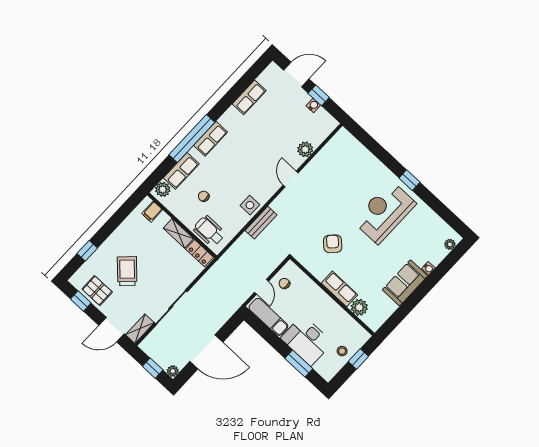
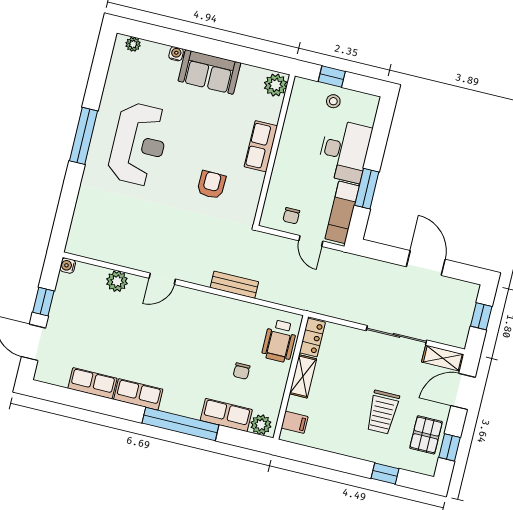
water cooler: (313, 105) -> (68, 266), moved
row of seats: (211, 139) -> (138, 394), moved
window: (409, 180) -> (83, 136), width x2.17
side table: (250, 205) -> (221, 310), removed
reception desk: (384, 212) -> (139, 144), turned -90
armchair: (333, 244) -> (211, 185), turned 137
trolley: (127, 271) -> (383, 412), turned -46
door: (261, 287) -> (311, 241), swing flipped
plant: (359, 307) -> (276, 85), moved
door: (111, 330) -> (463, 391), swing flipped
door: (206, 352) -> (426, 263), width x0.73
window: (299, 364) -> (367, 189), moved
plant: (173, 371) -> (471, 290), removed

